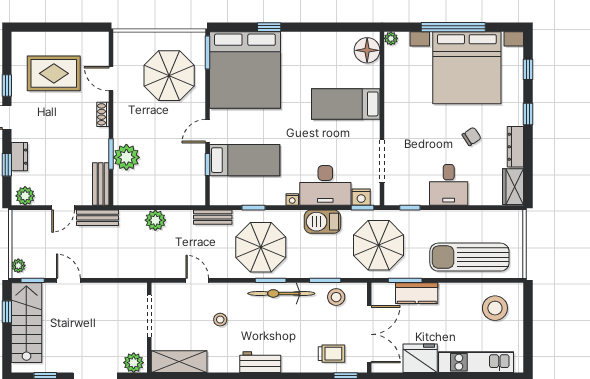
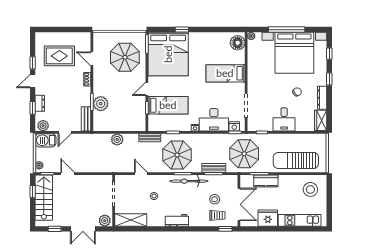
bench: (98, 218) -> (214, 168), moved
barbecue: (322, 222) -> (46, 140), moved
stool: (336, 297) -> (215, 199), moved

